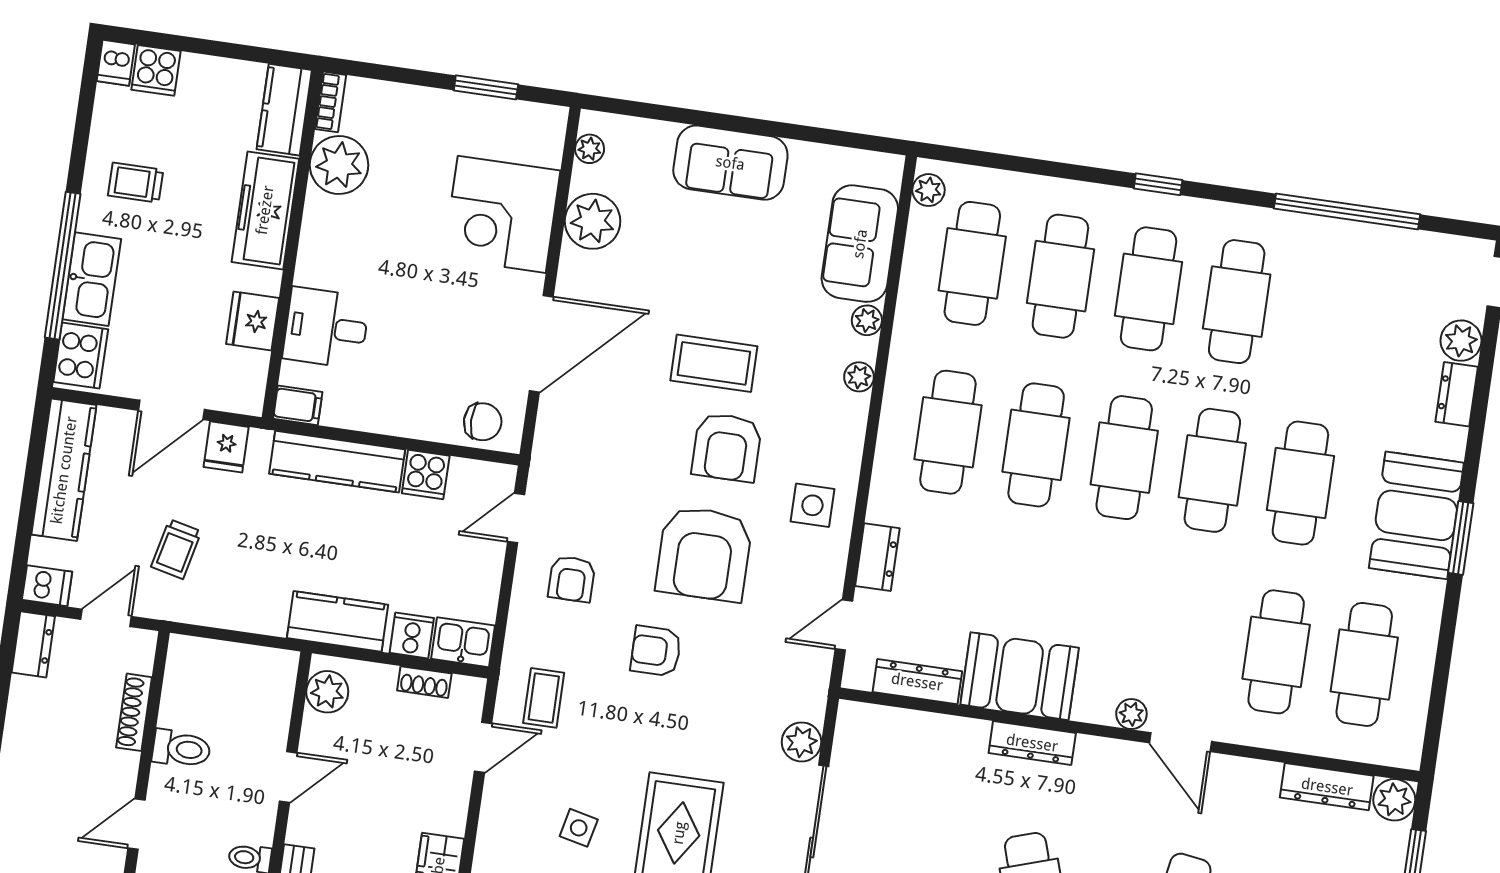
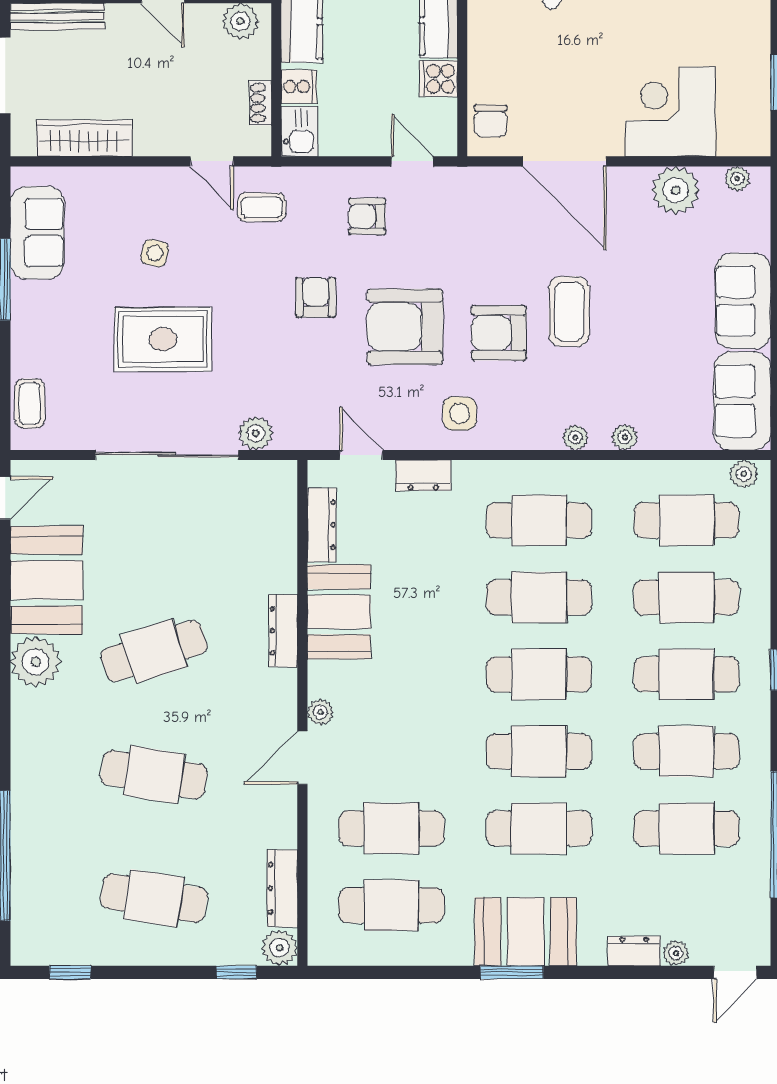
sofa: (860, 244) -> (742, 401), moved, turned -90
cafe table: (1325, 314) -> (686, 828), added
plant: (1461, 341) -> (676, 953), width x0.73, depth x0.73

